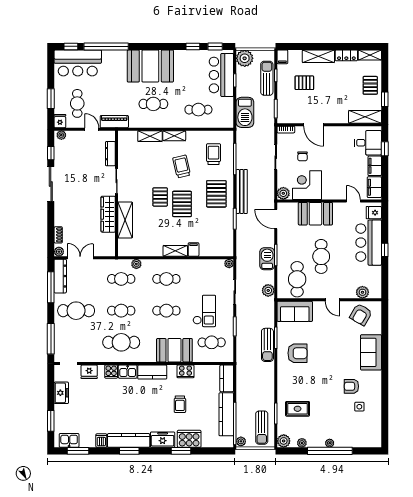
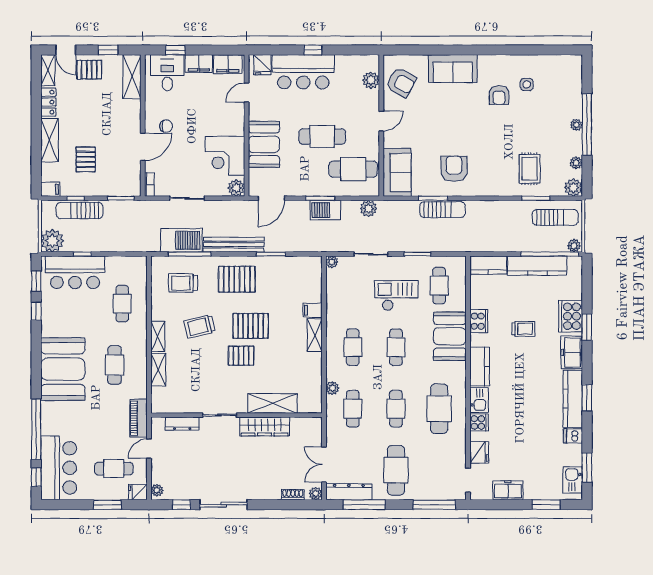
door: (385, 68) -> (66, 50), added
barbecue: (245, 112) -> (182, 240), moved
chair: (302, 156) -> (166, 126), moved

